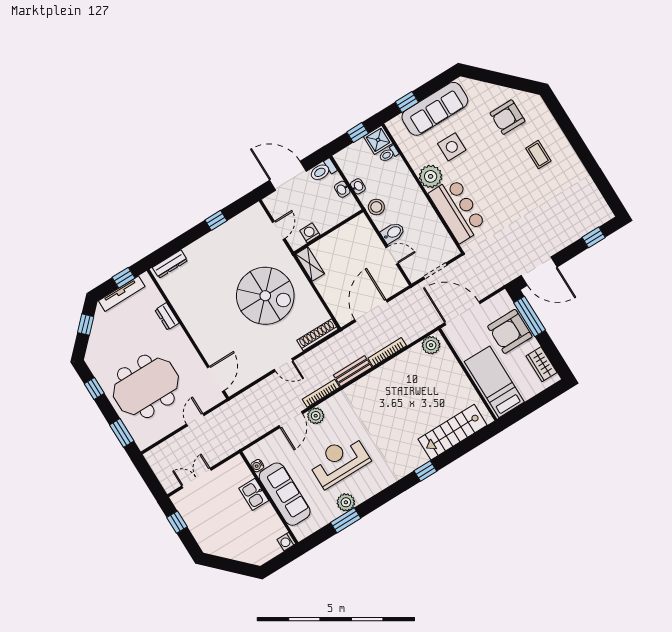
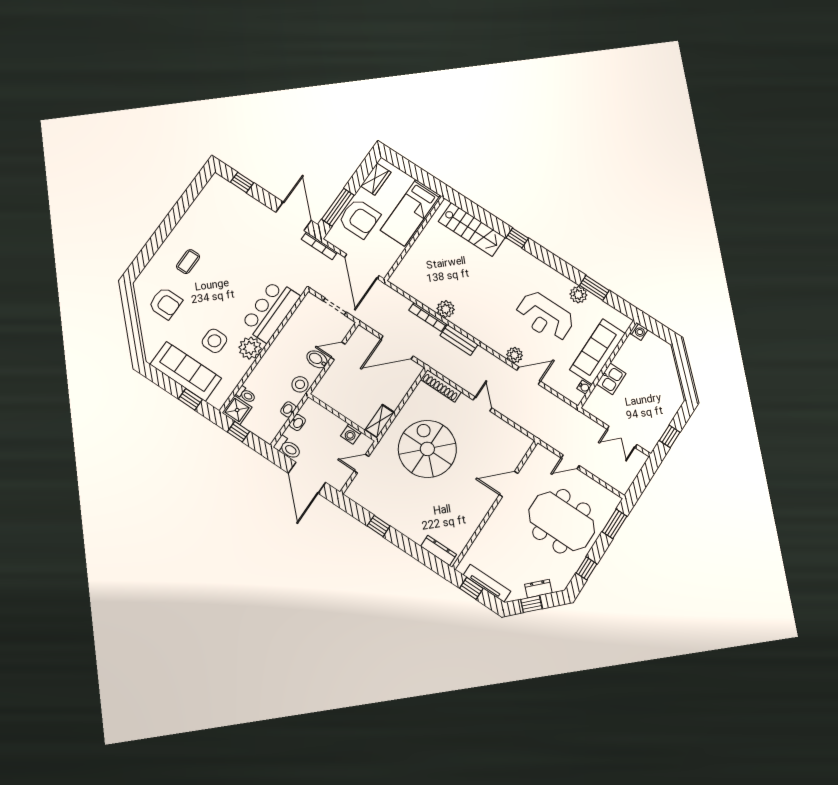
door: (392, 255) -> (338, 351), hinge flipped
dresser: (167, 316) -> (538, 589), moved, turned -135
plant: (431, 345) -> (446, 309), moved
door: (216, 379) -> (509, 484), moved
bookcase: (321, 393) -> (319, 246), moved

